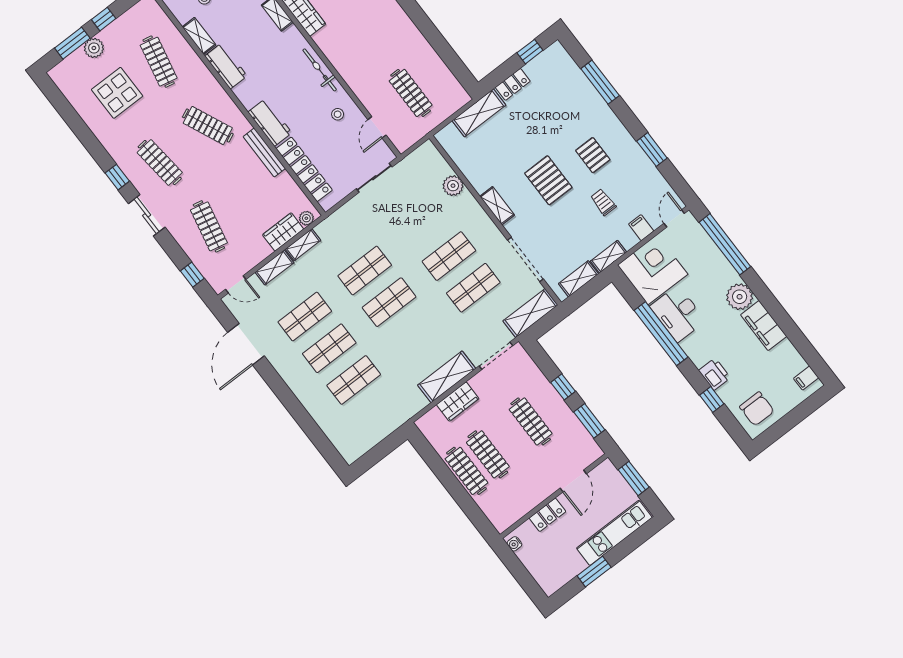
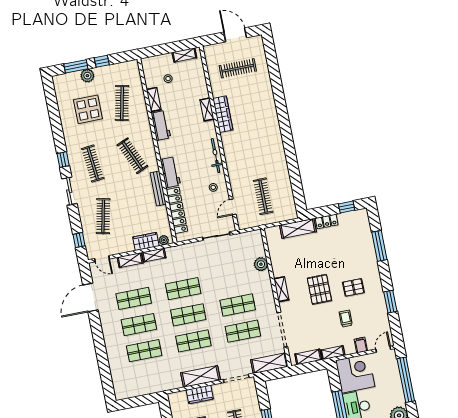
pallet: (593, 155) -> (353, 287), turned 90
shop shelf: (413, 334) -> (193, 341), added

